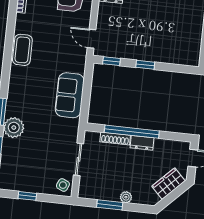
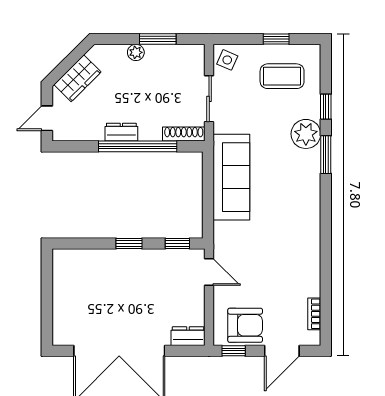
coffee table: (22, 50) -> (282, 76), moved, turned 90
sofa: (70, 95) -> (231, 177), width x1.36
shoe rack: (115, 139) -> (184, 134), moved

